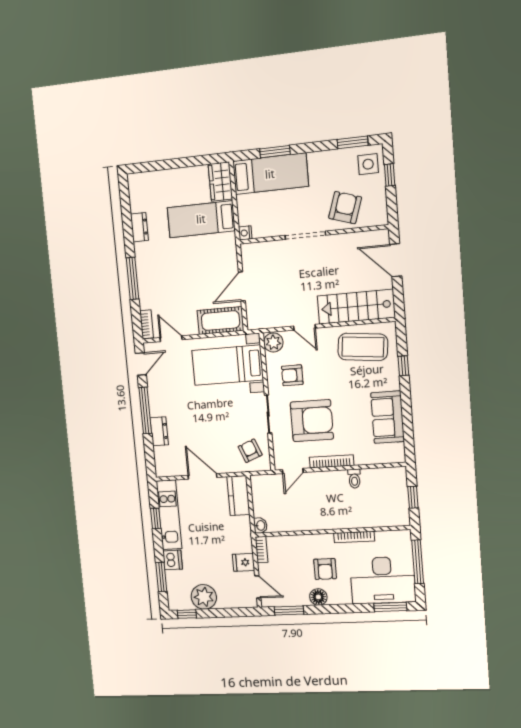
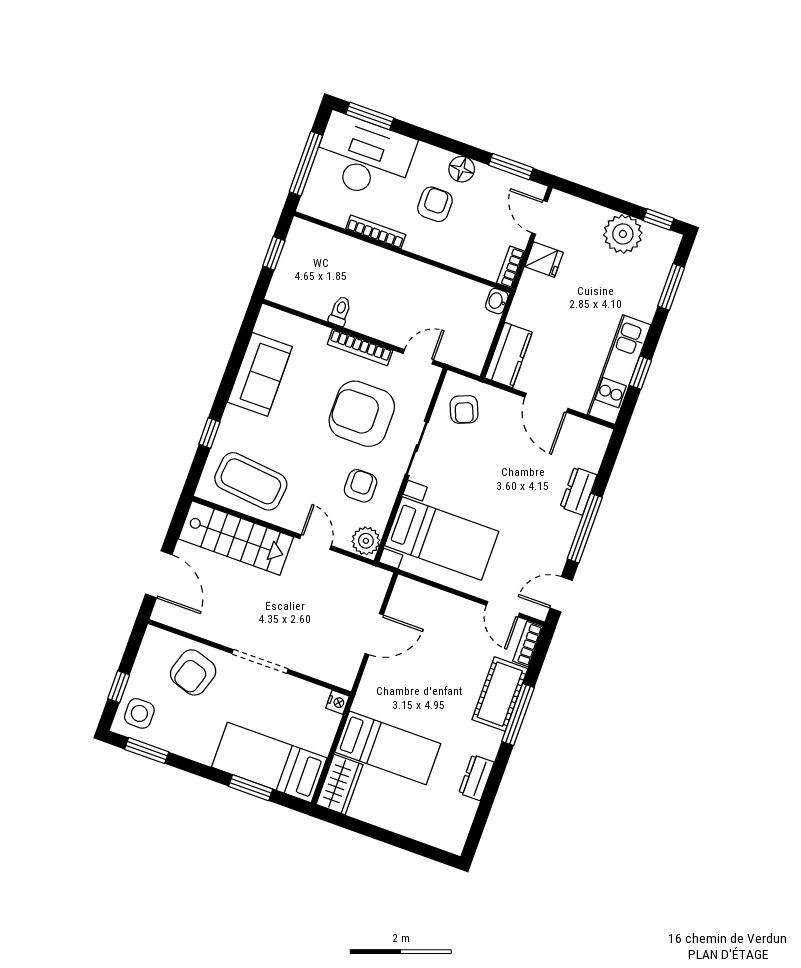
cot: (221, 321) -> (500, 694), moved, turned 90
armchair: (292, 375) -> (361, 486), turned -90
dishwasher: (173, 560) -> (643, 304), removed

